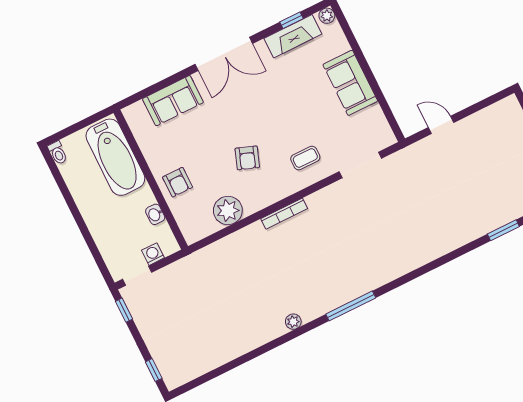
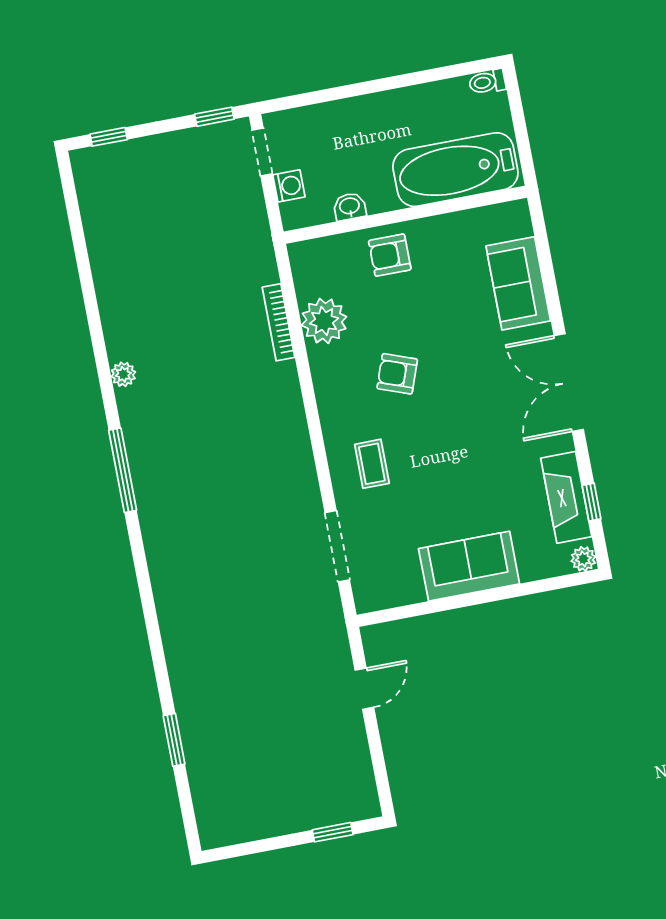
bookcase: (284, 214) -> (279, 322), moved

